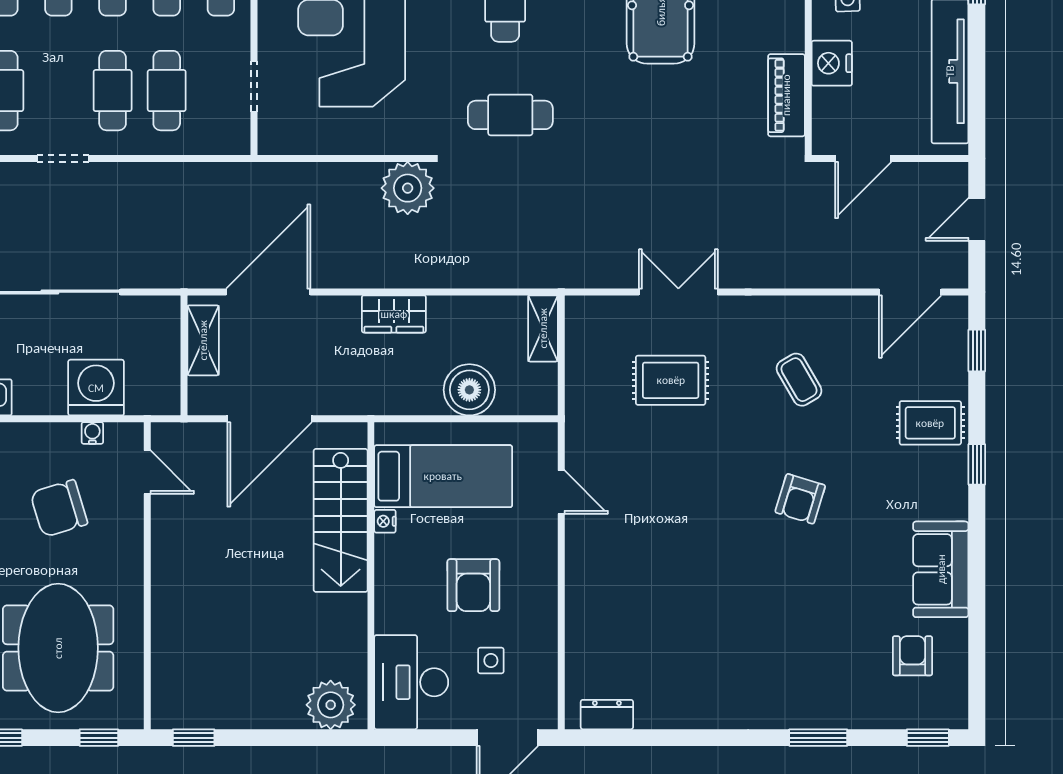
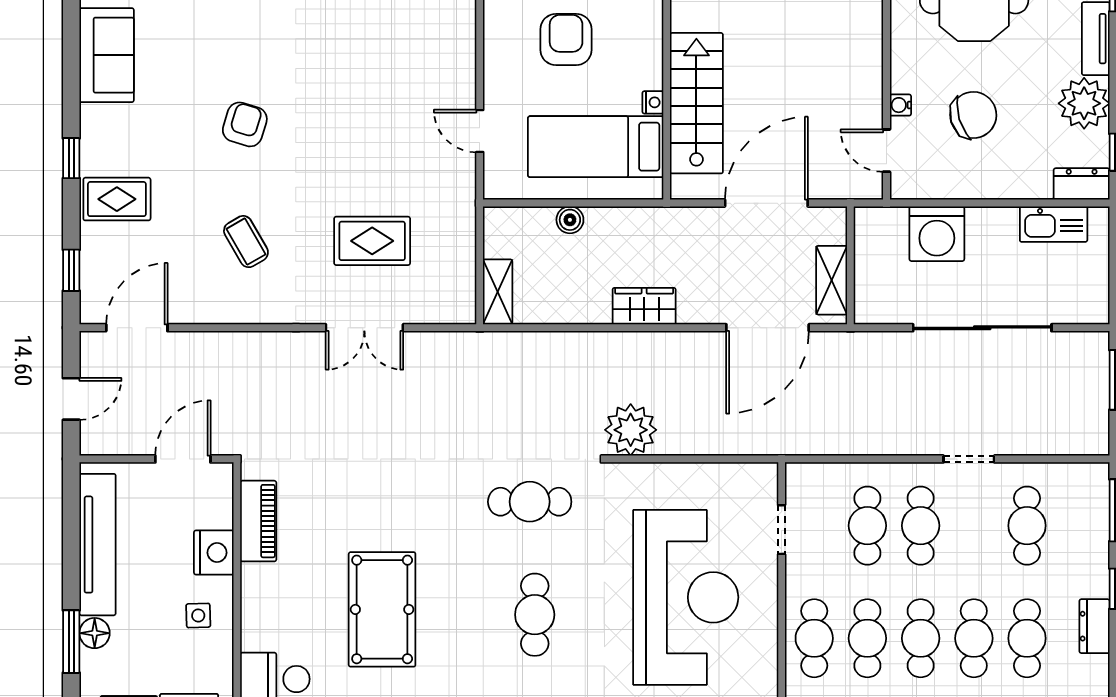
boiler: (469, 390) -> (570, 220), width x0.54, depth x0.54
water cooler: (92, 433) -> (900, 105), moved, turned 90

